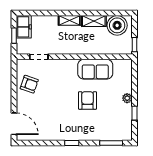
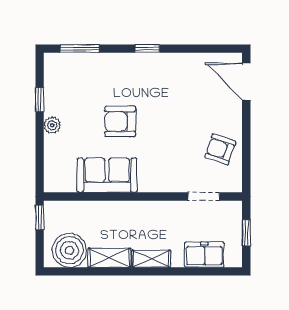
freezer: (24, 27) -> (204, 255), moved, turned 90
armchair: (88, 100) -> (120, 121), turned 90

